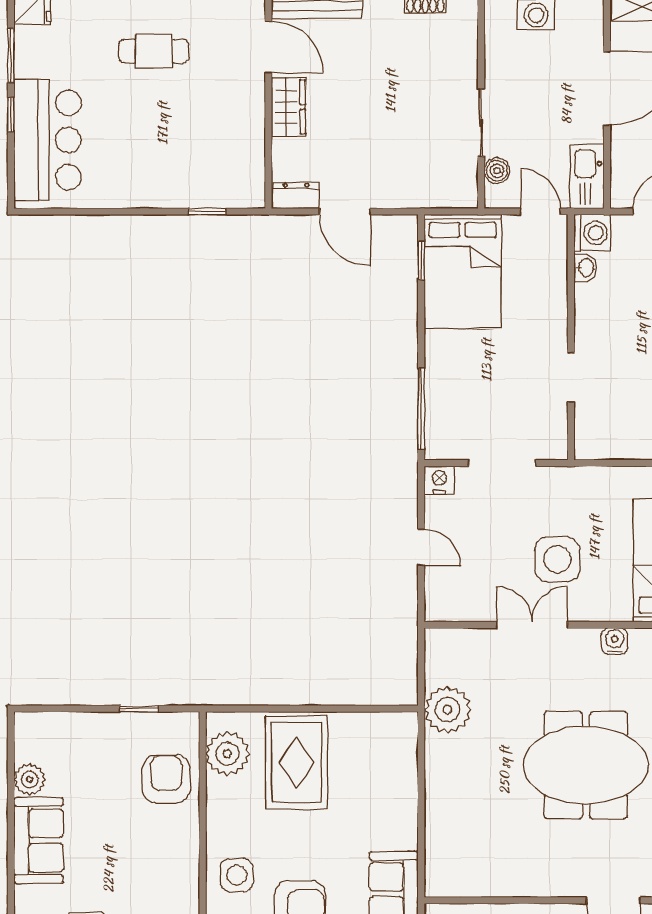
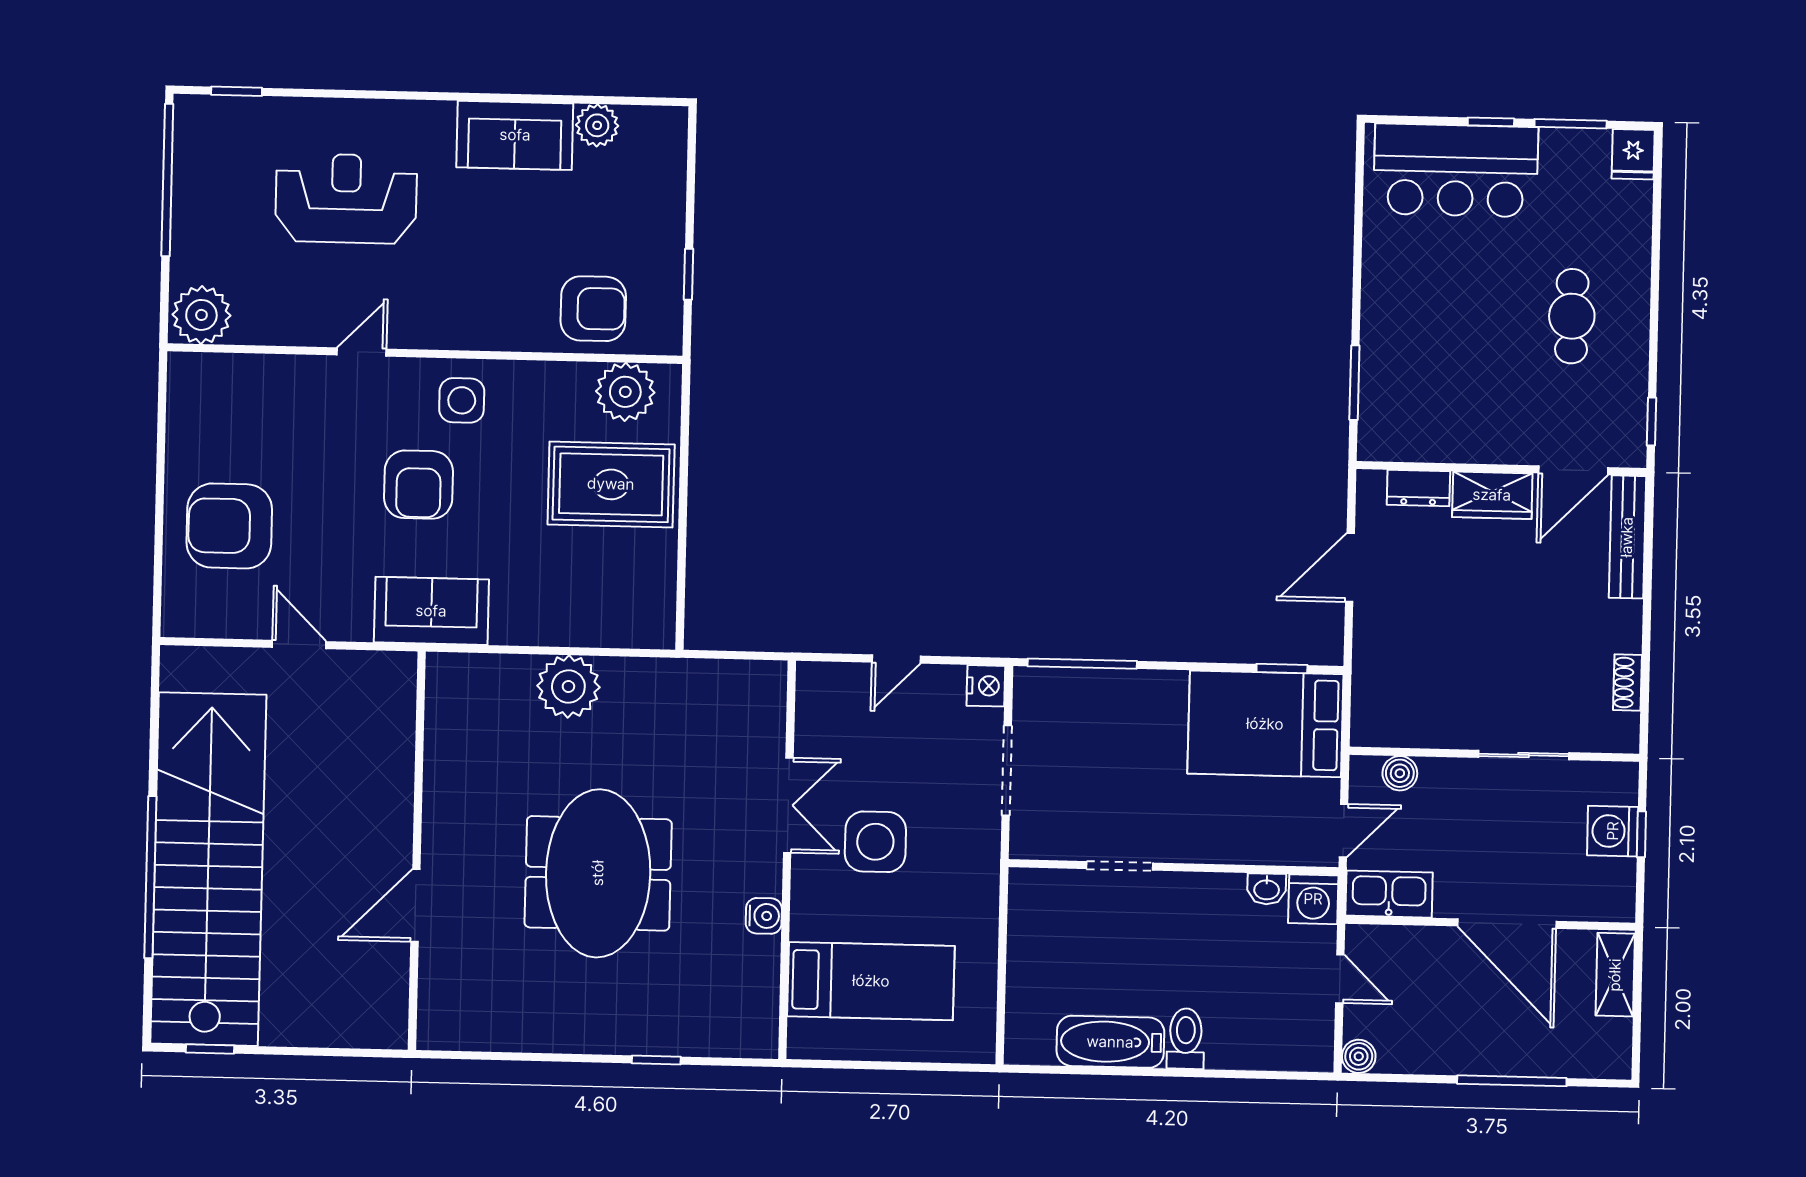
sliding door: (481, 123) -> (1524, 755), moved
dresser: (296, 195) -> (1418, 488), moved, turned 90
window: (207, 212) -> (1354, 383), width x1.50
plant: (448, 710) -> (568, 687), moved

